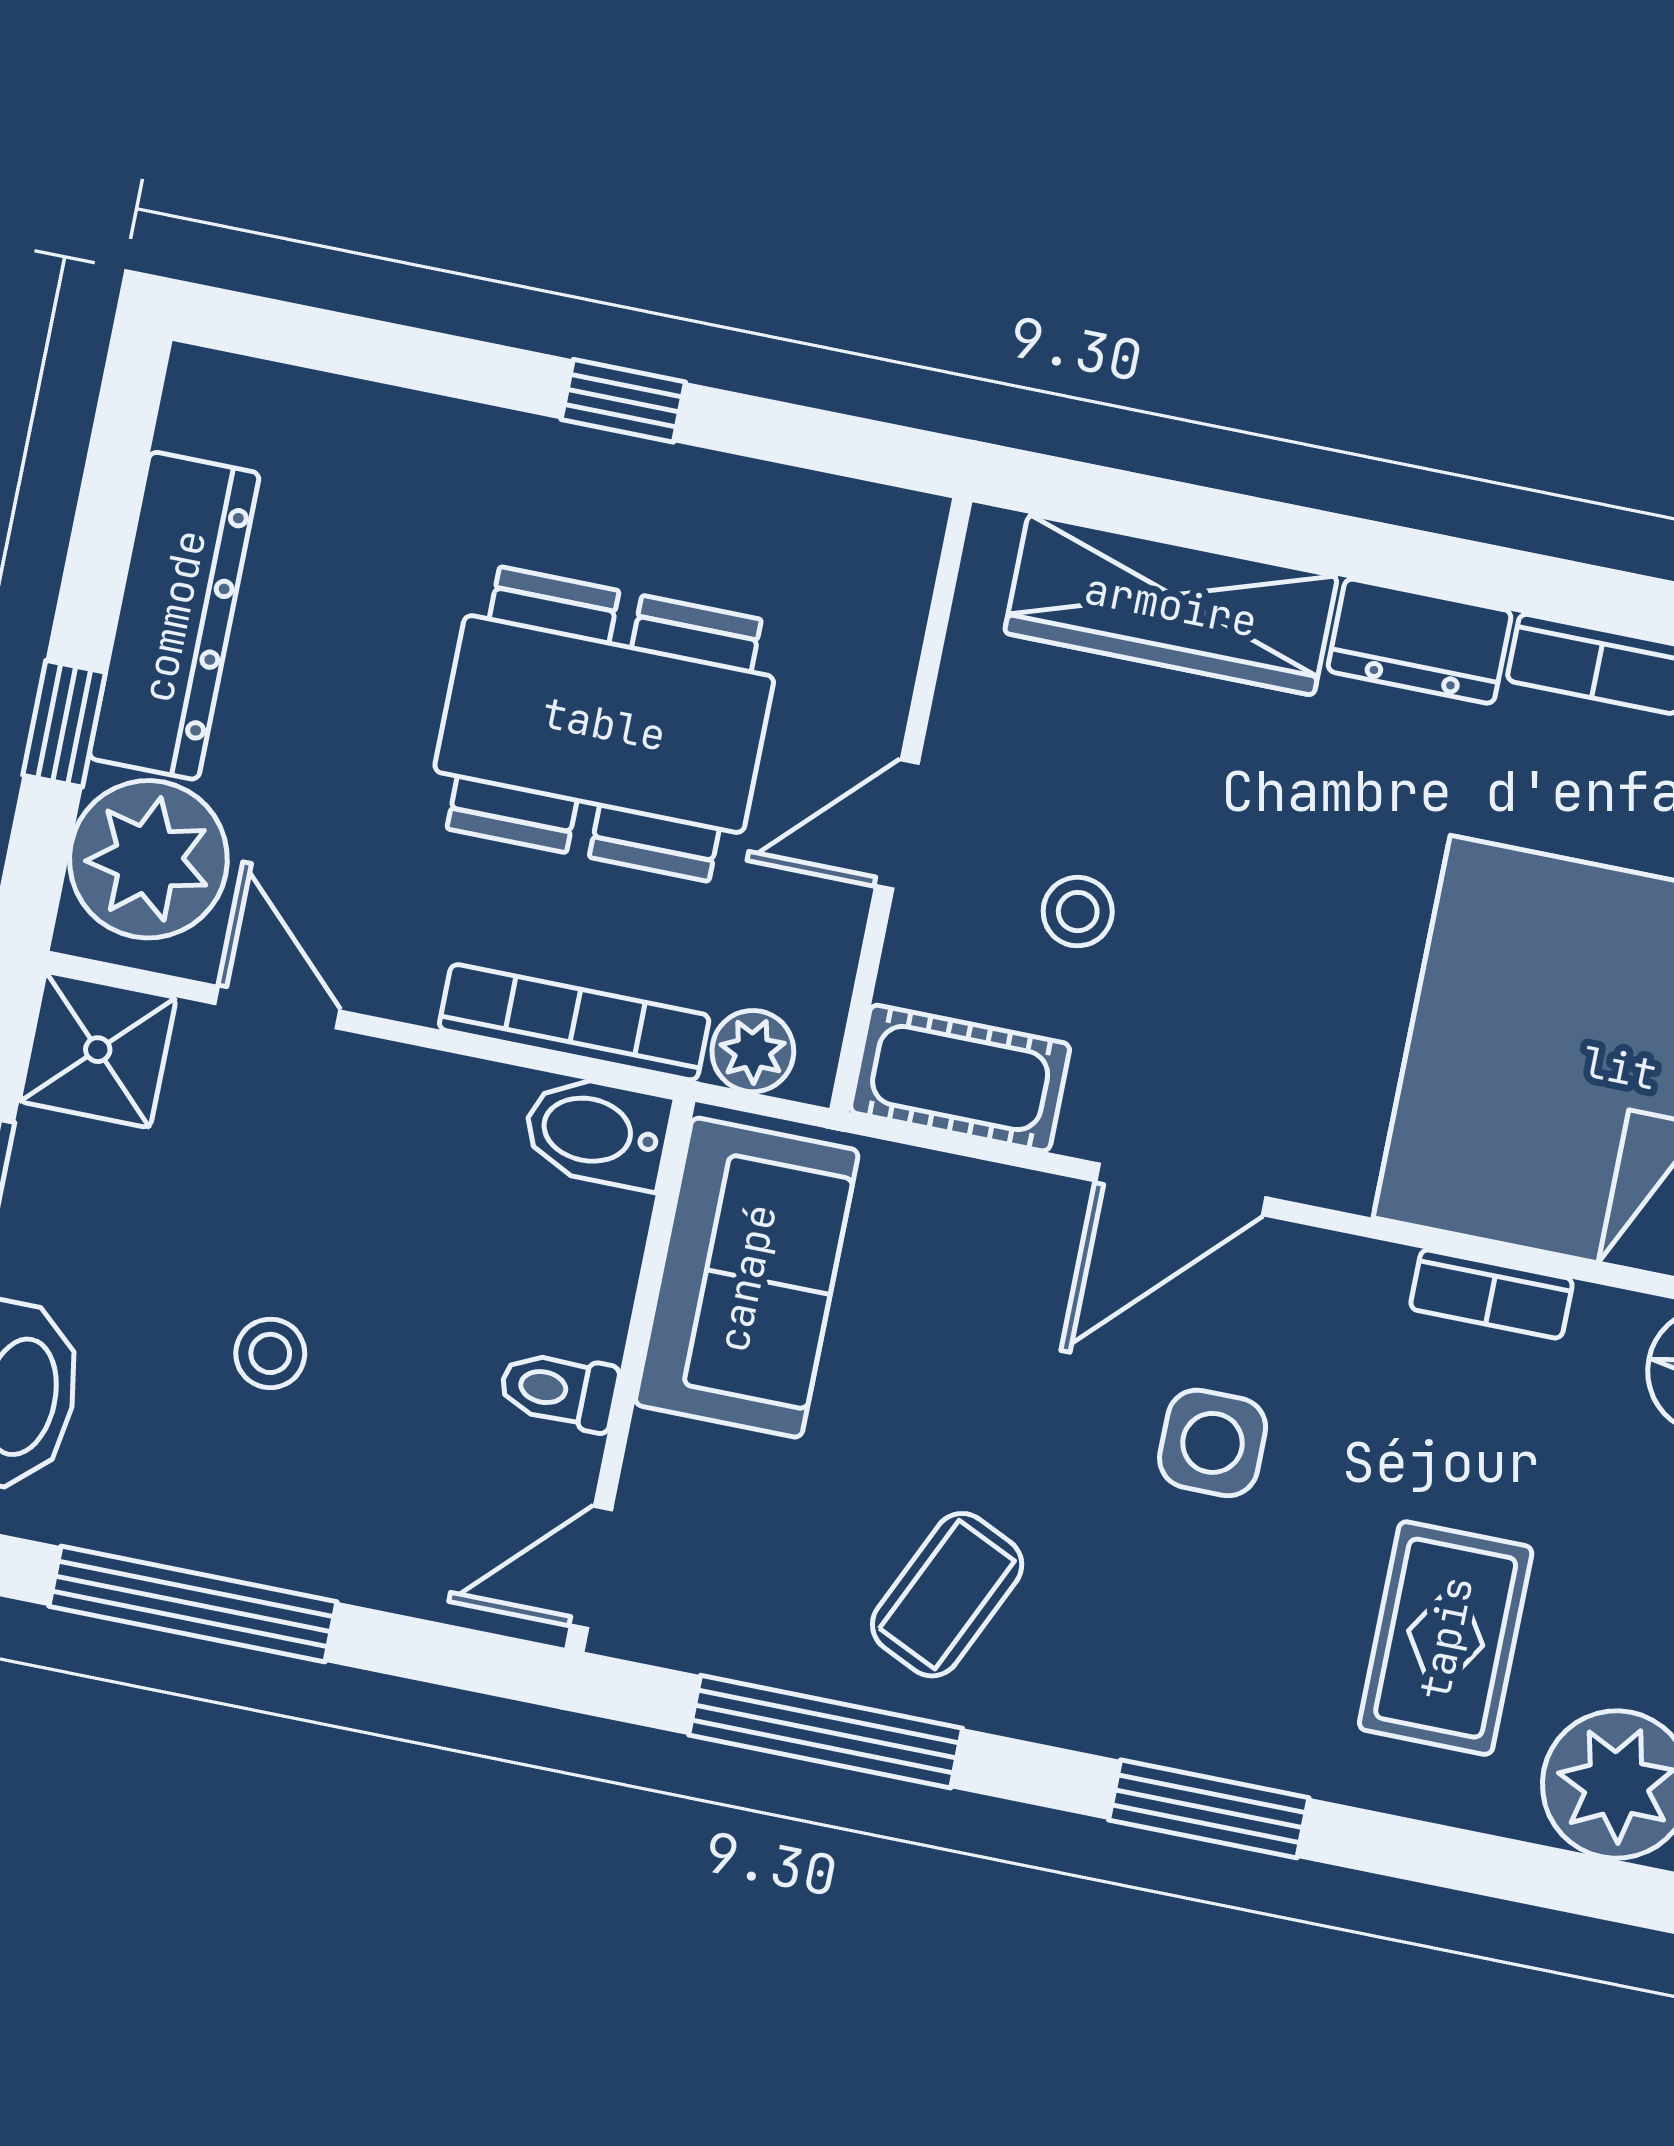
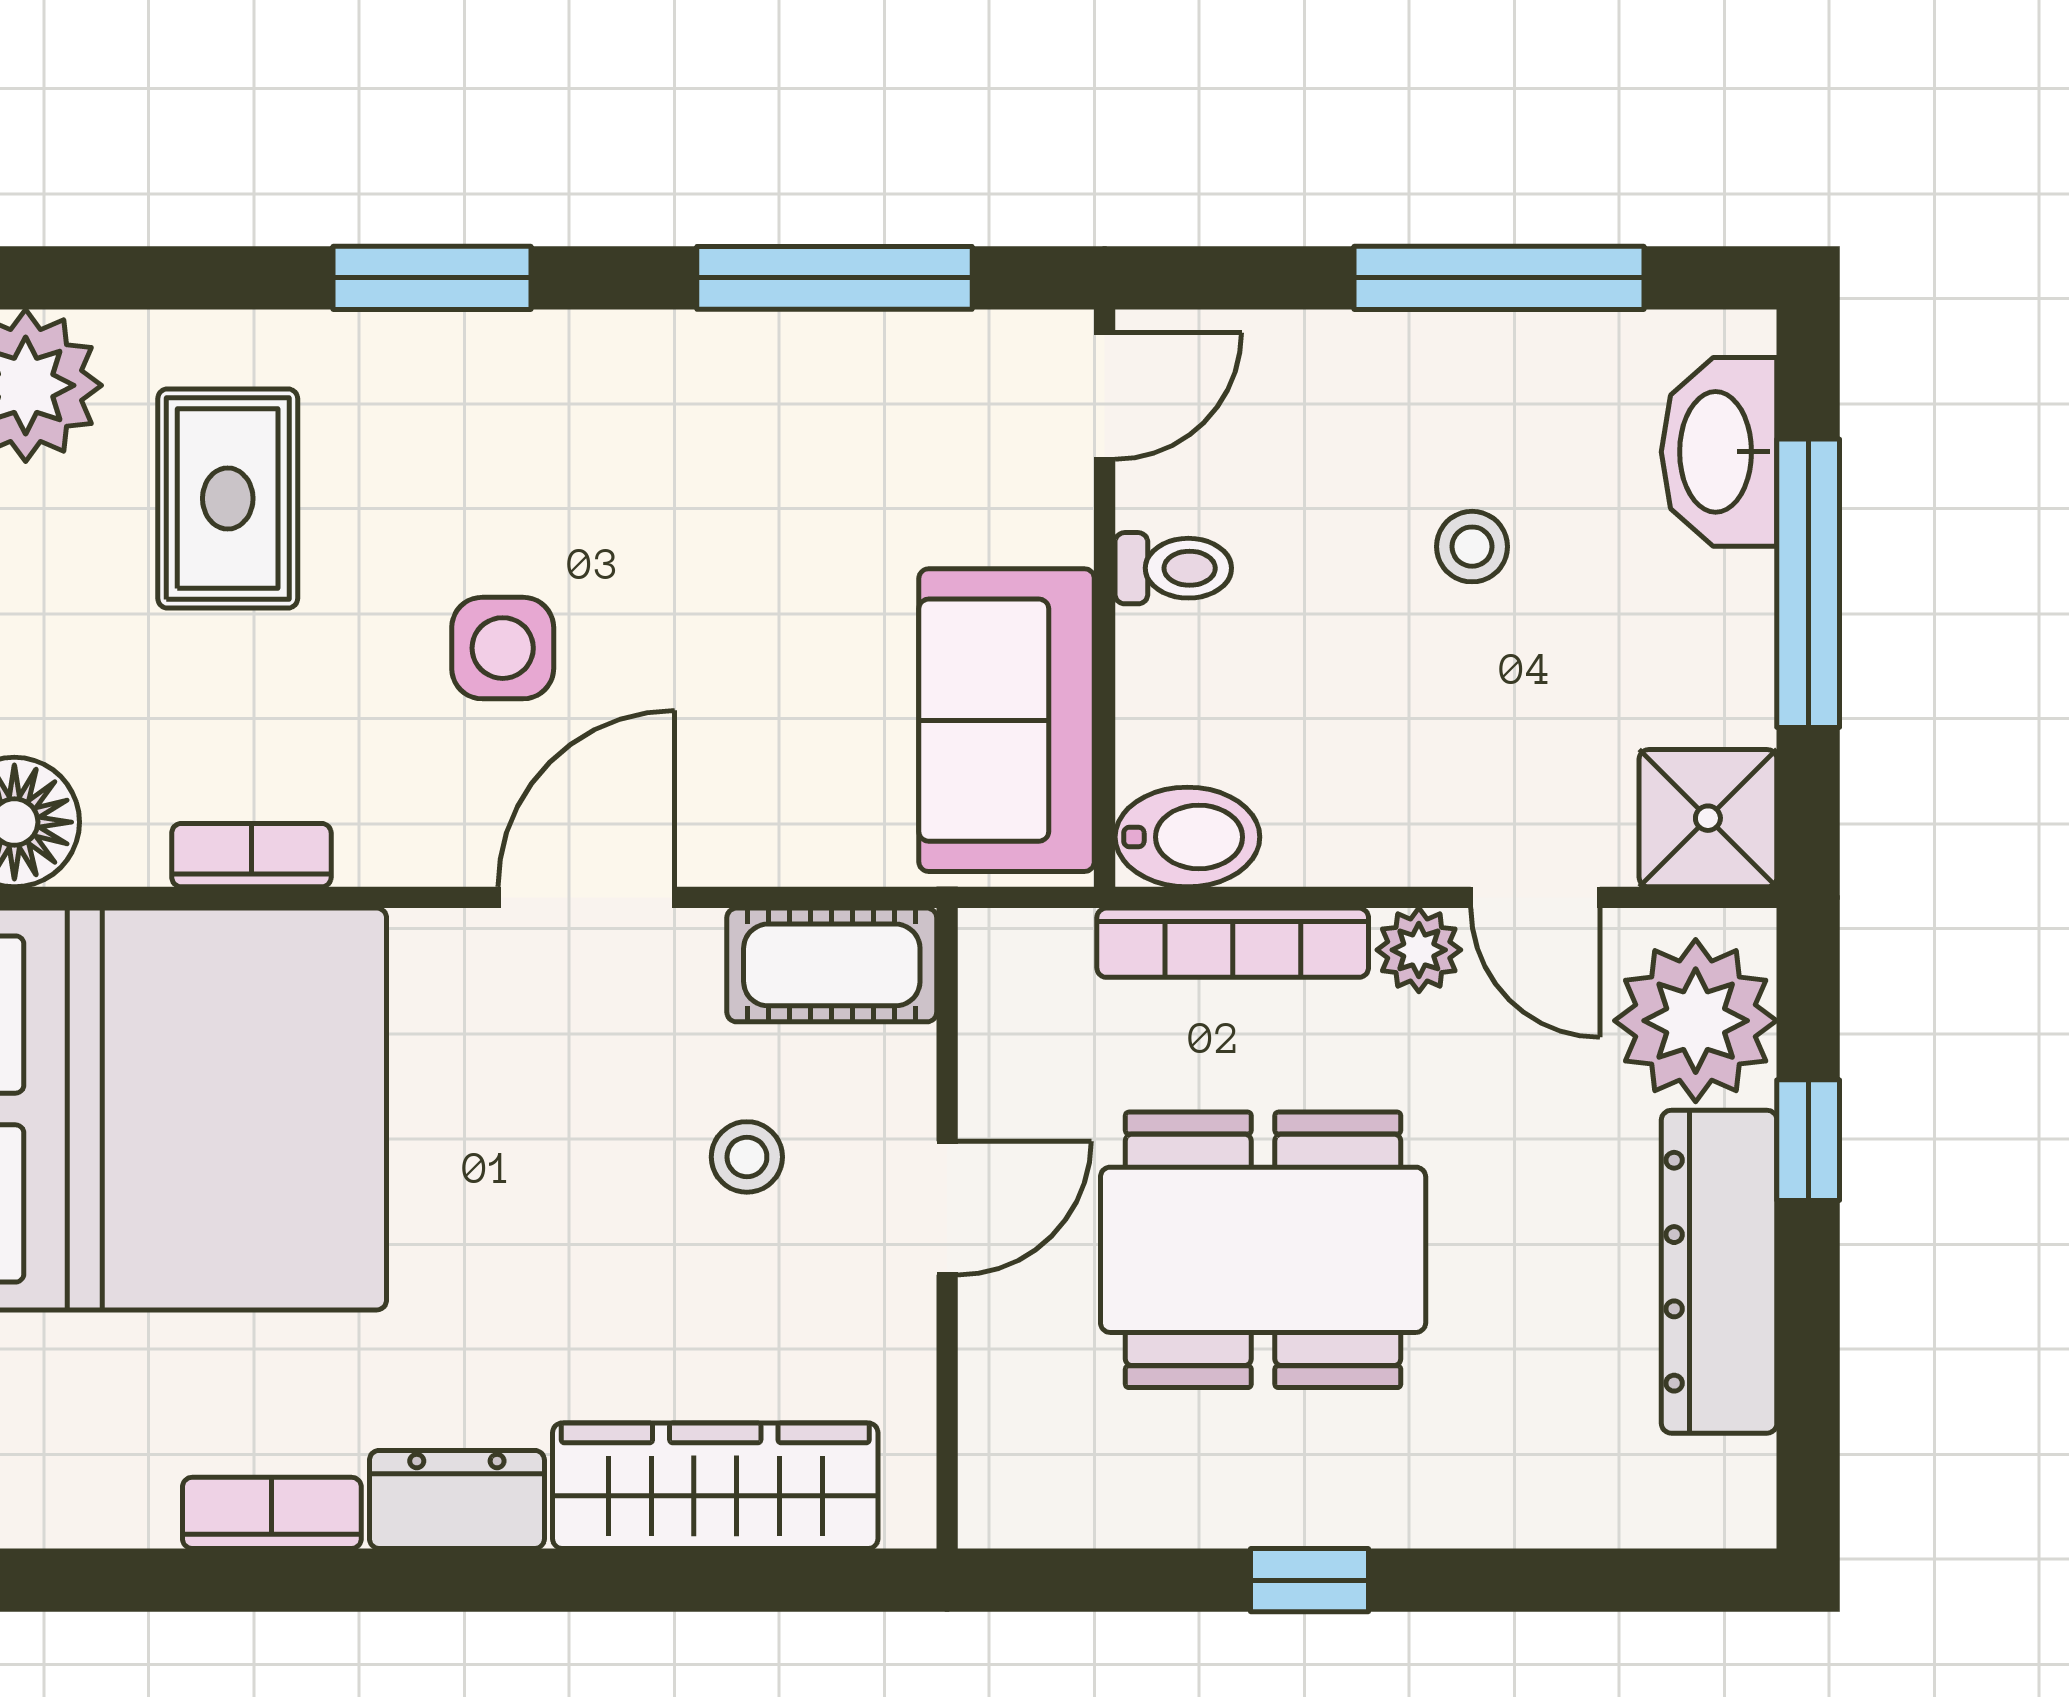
plant: (753, 1051) -> (1419, 950), moved
coffee table: (947, 1595) -> (740, 441), removed

